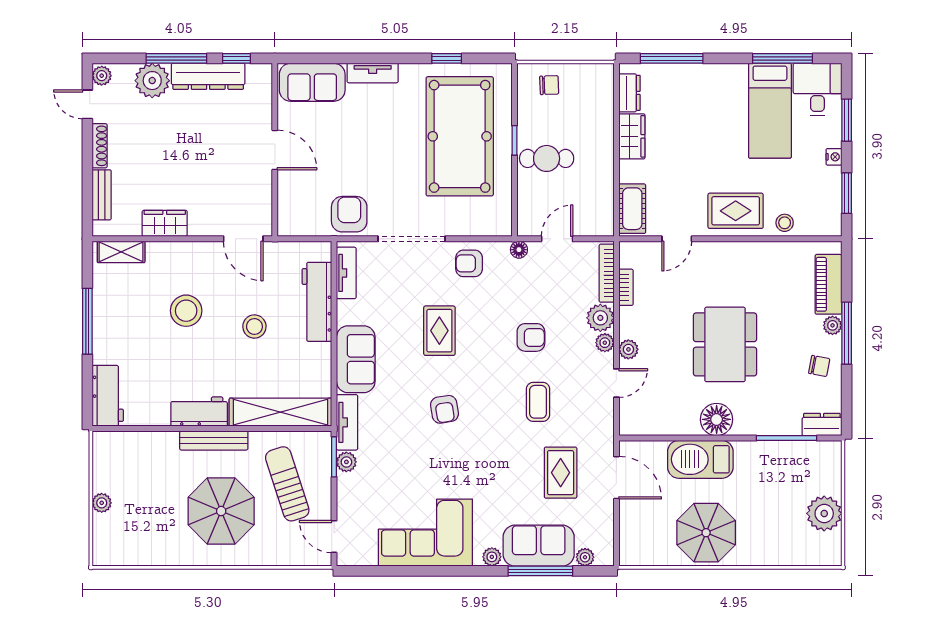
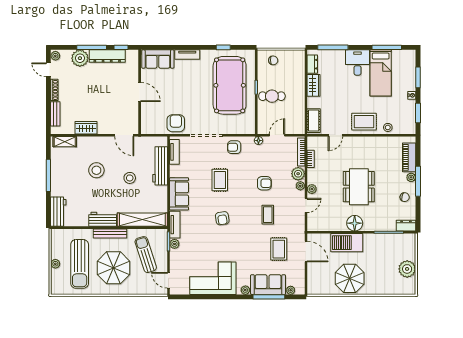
desk: (817, 89) -> (357, 63), moved
sun lounger: (151, 503) -> (80, 264), added

